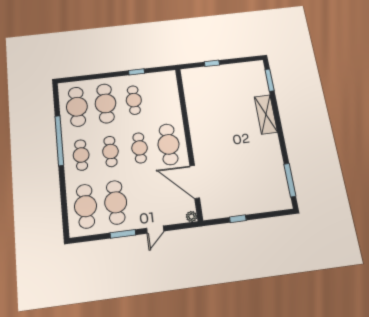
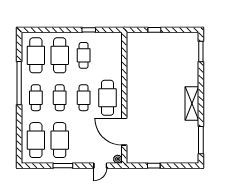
shelving: (266, 114) -> (192, 103), moved
door: (155, 230) -> (100, 166), moved

